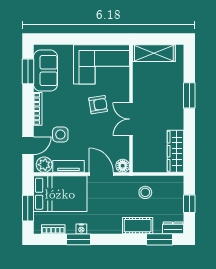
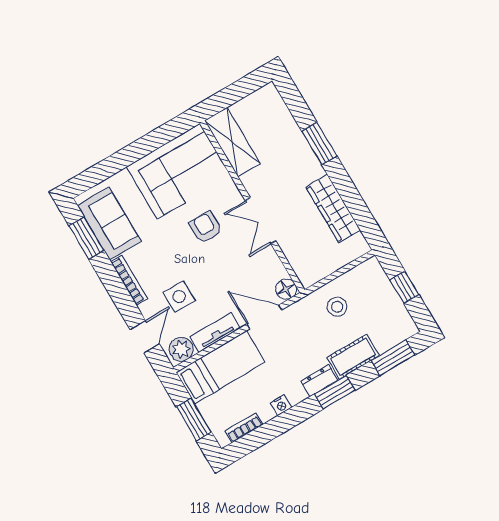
shelving: (154, 53) -> (232, 142), moved, turned 90
armchair: (98, 105) -> (206, 227), turned -81
wardrobe: (176, 151) -> (333, 208), moved
bed: (60, 194) -> (221, 367), width x0.67
dresser: (173, 228) -> (319, 381), moved
window: (79, 239) -> (335, 392), moved

